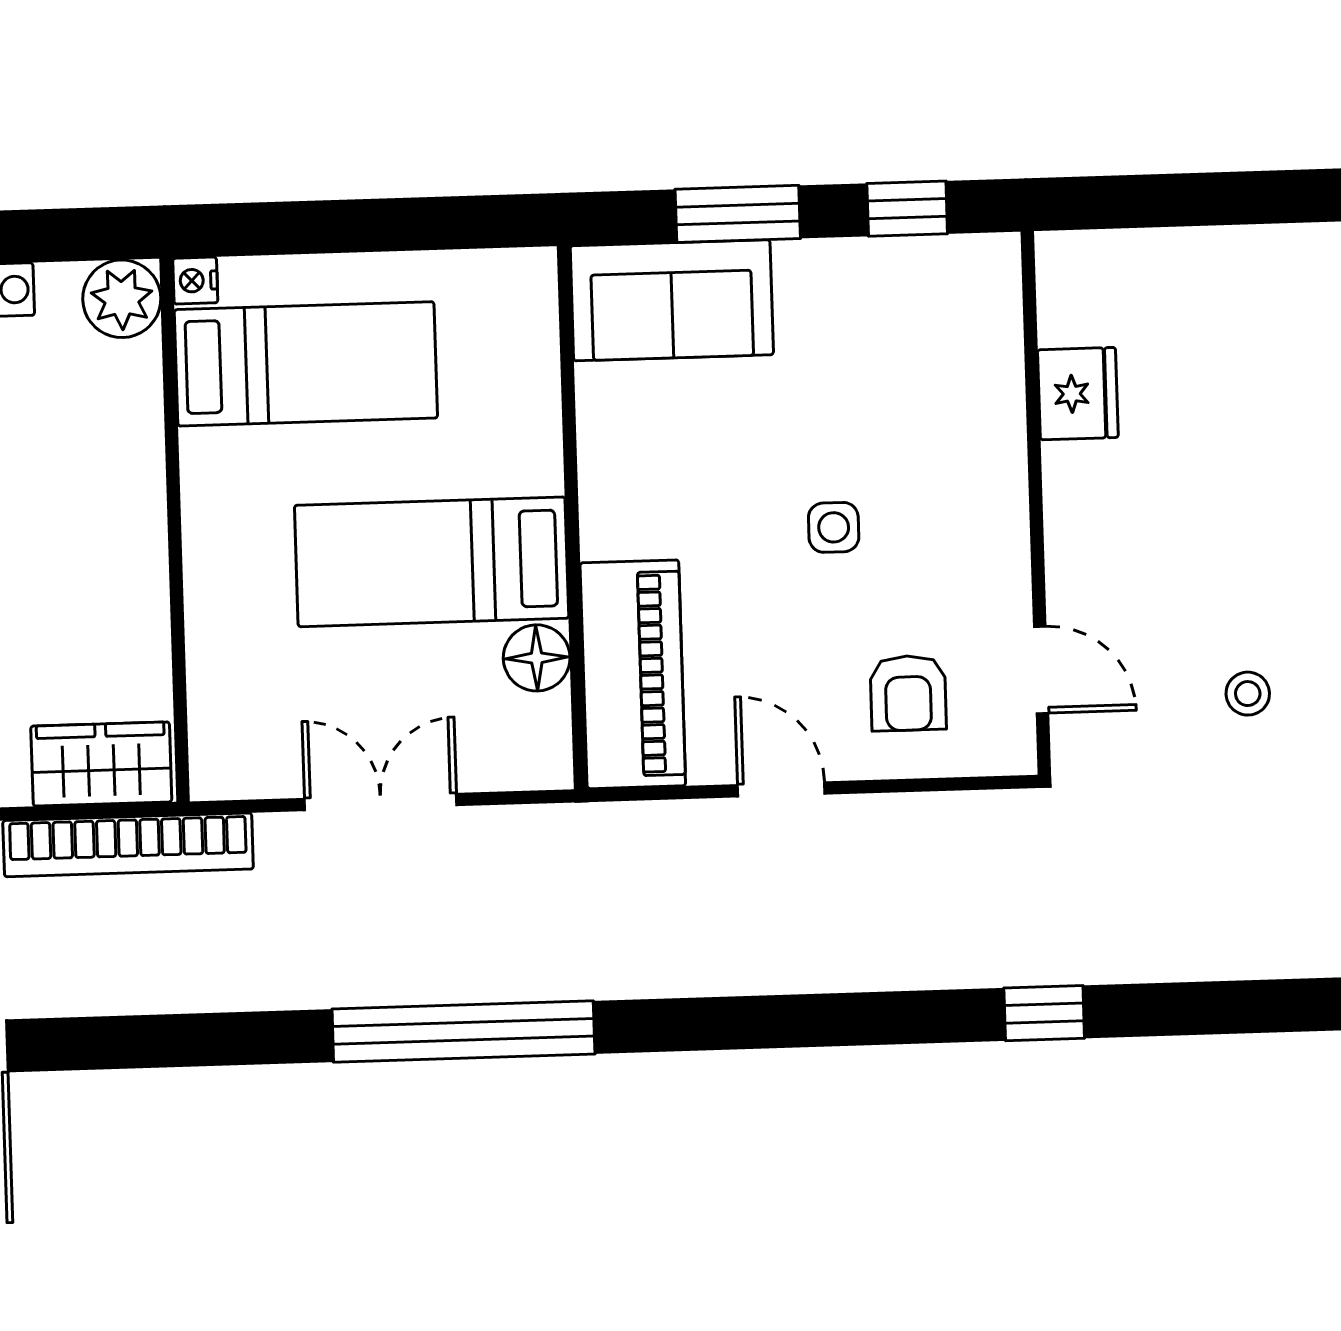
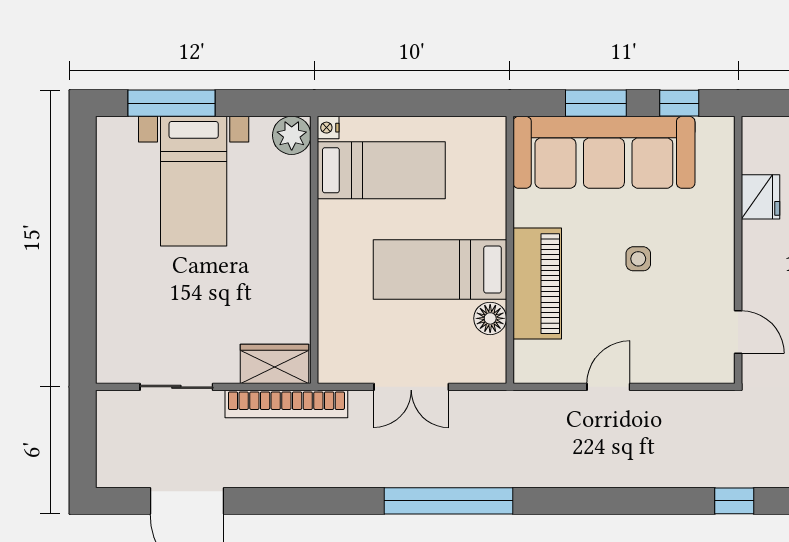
sofa: (672, 300) -> (604, 152), width x1.85, depth x1.27
piano: (633, 674) -> (537, 284), moved
armchair: (908, 693) -> (672, 341), removed
door: (781, 789) -> (608, 387), hinge flipped
double door: (381, 802) -> (411, 387), swing flipped

